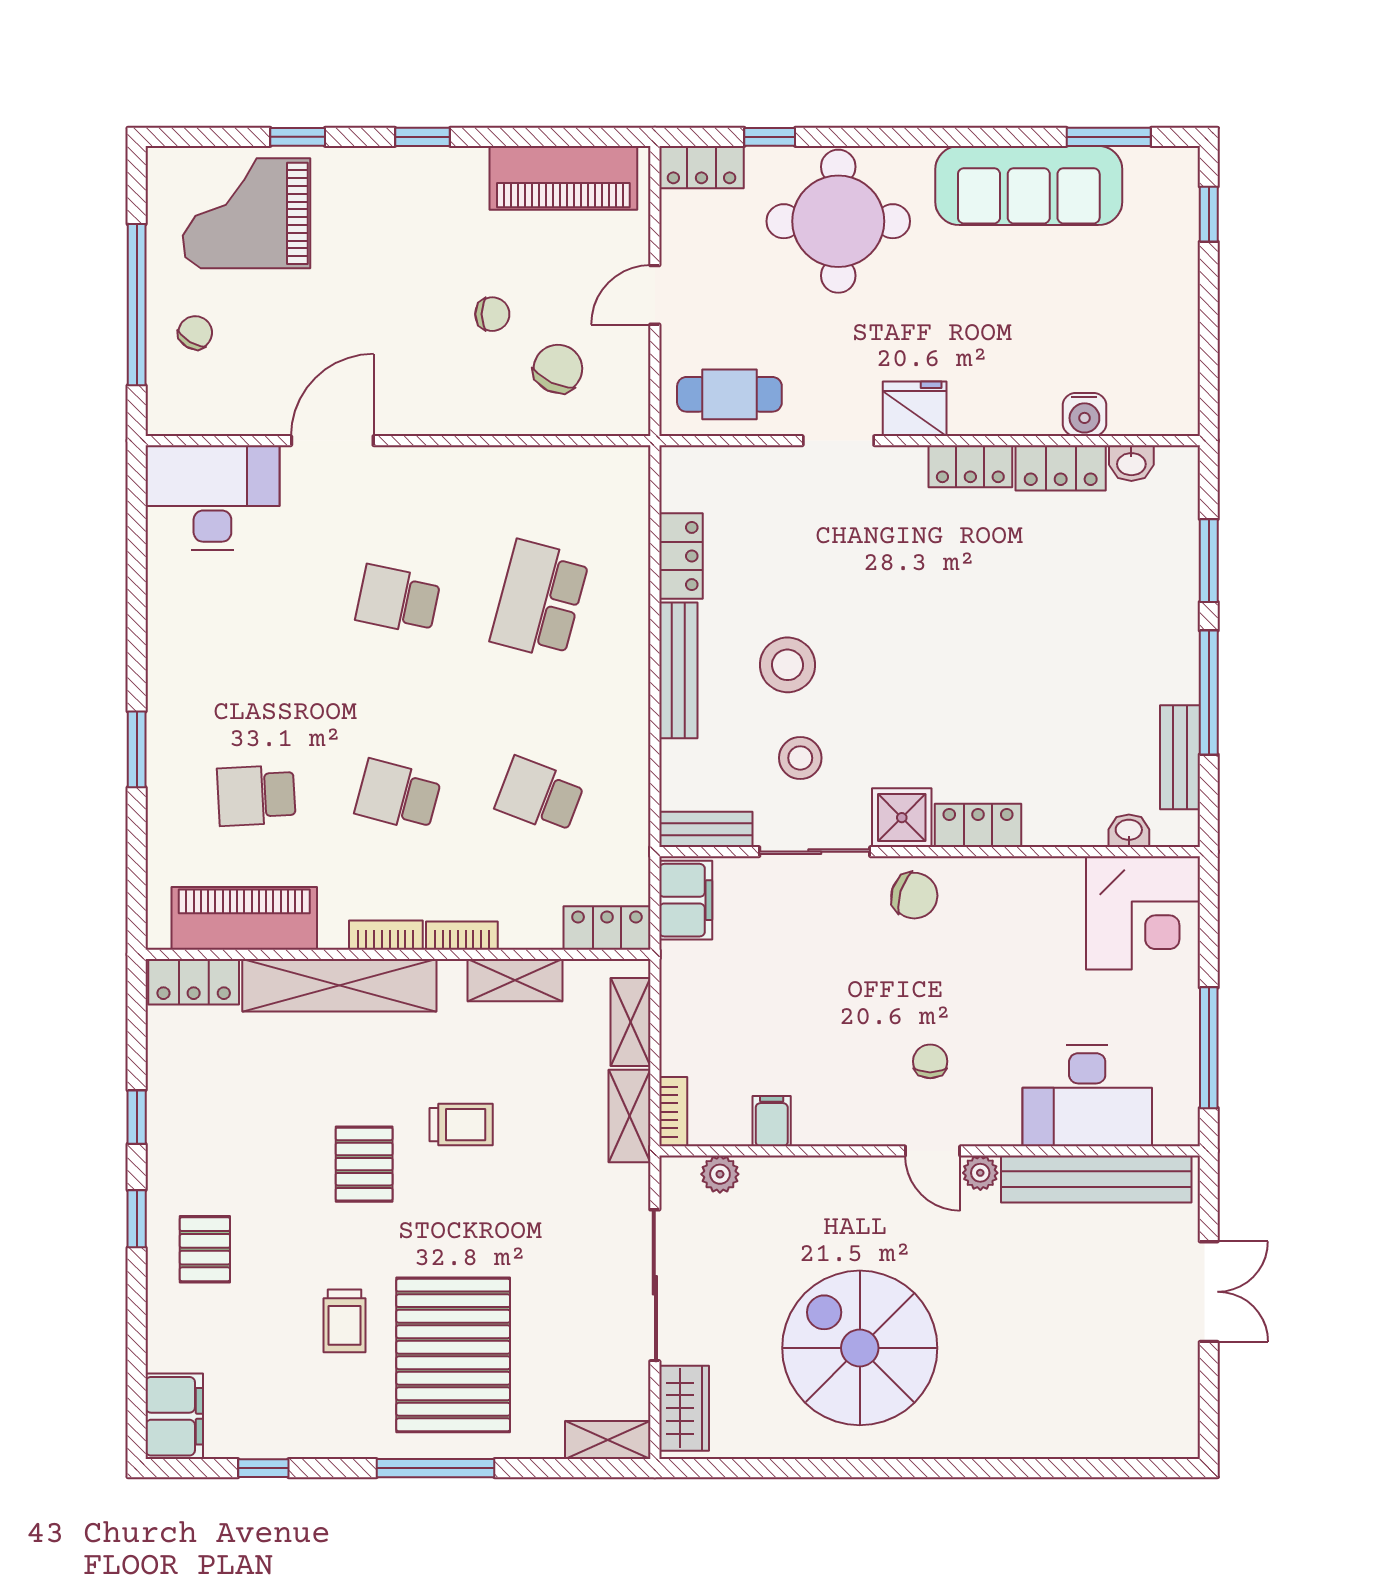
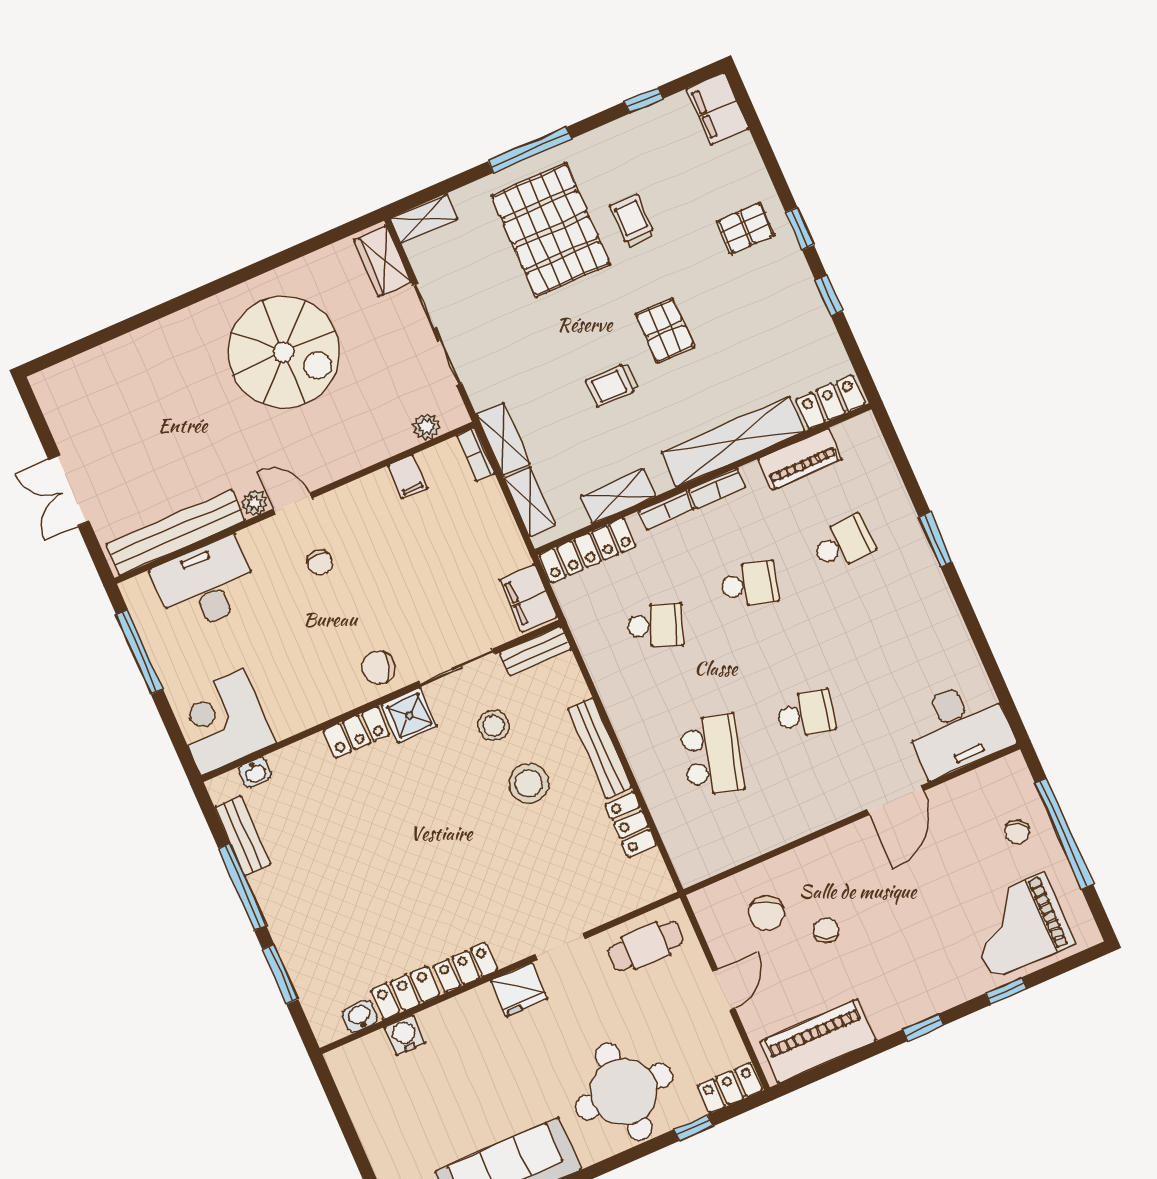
grand piano: (247, 213) -> (1018, 926), turned 180
chair: (492, 314) -> (826, 930), turned 111
piano: (244, 918) -> (800, 459), width x0.73, depth x0.75
locker: (607, 928) -> (588, 550), width x1.53
pallet: (205, 1249) -> (746, 228), turned 90

